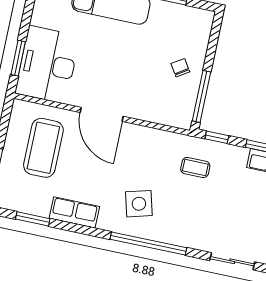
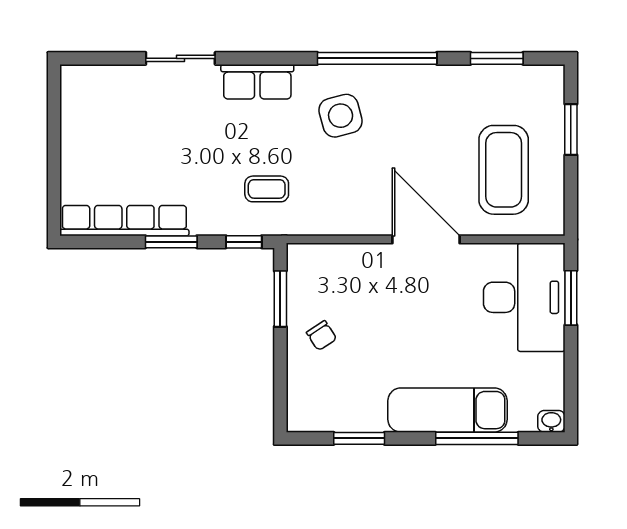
window: (201, 96) -> (280, 299), width x0.69
row of seats: (74, 212) -> (257, 82), moved
window: (148, 244) -> (377, 58), moved

